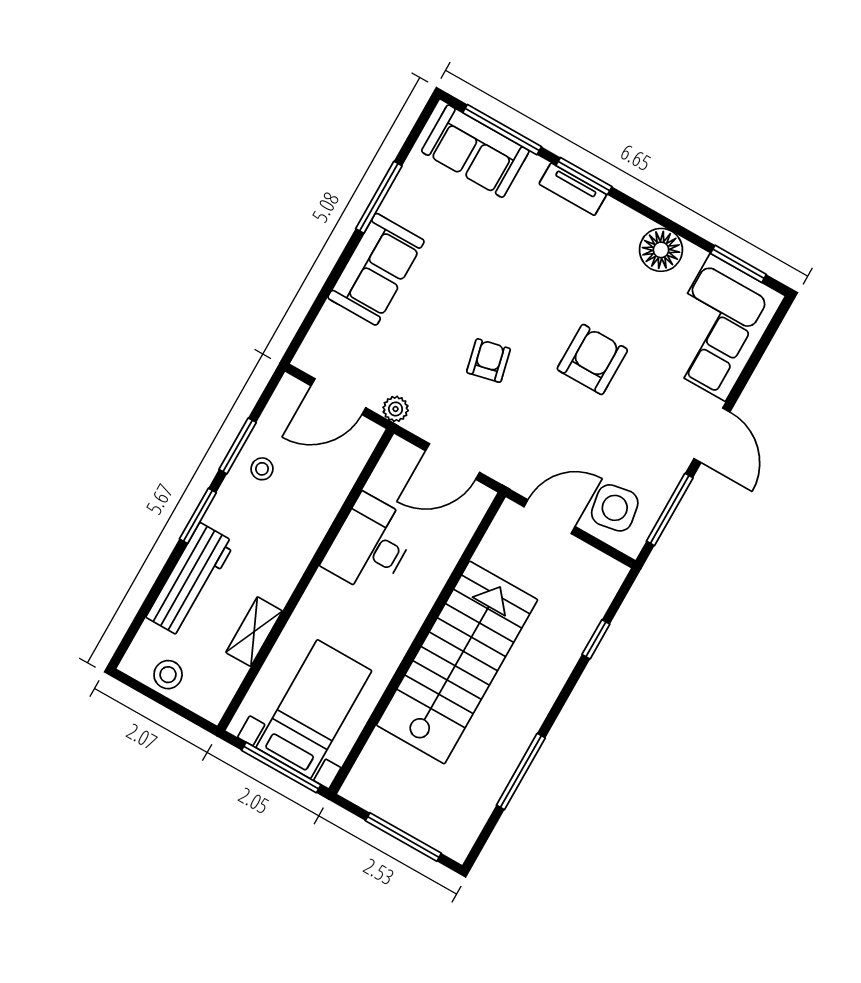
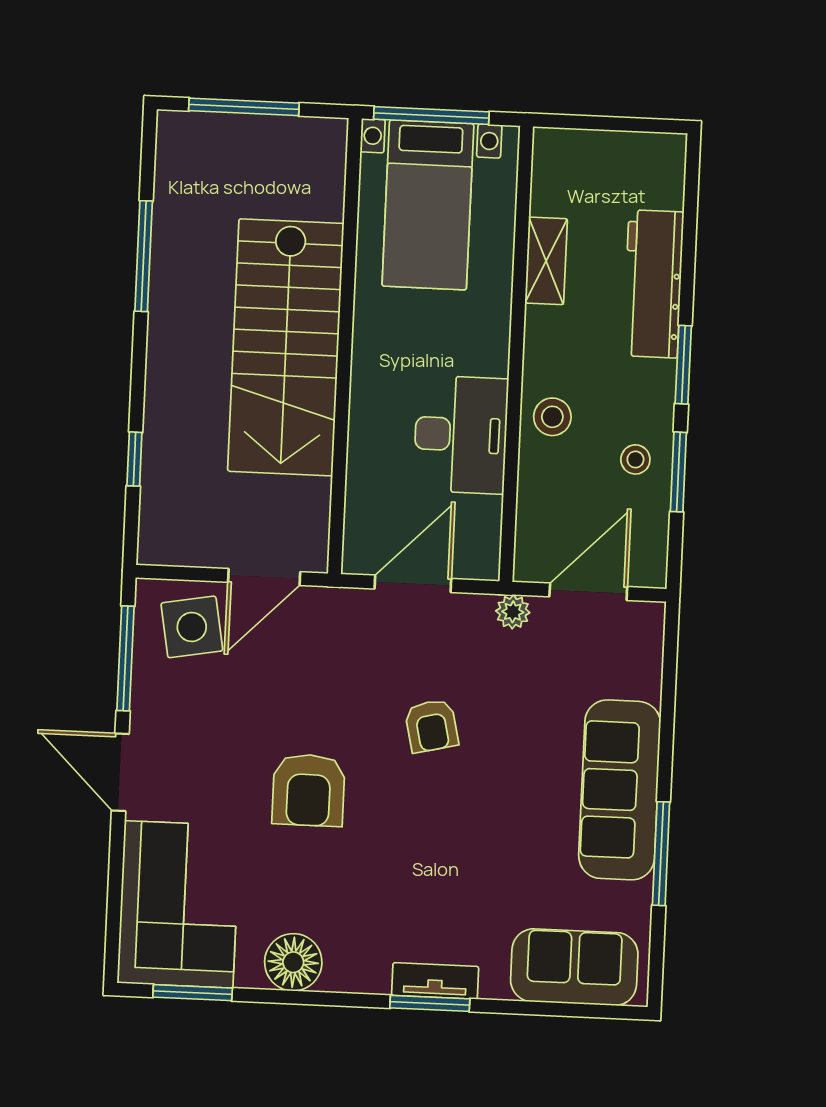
window: (502, 130) -> (555, 1009), removed
sofa: (376, 269) -> (620, 790), width x1.36
stool: (168, 675) -> (552, 417), moved

